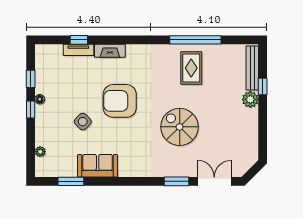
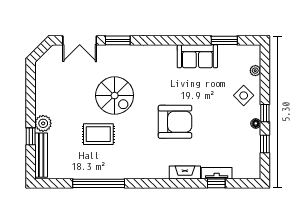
rug: (191, 68) -> (98, 134), moved, turned 90
side table: (83, 122) -> (244, 95), moved

